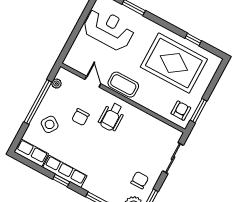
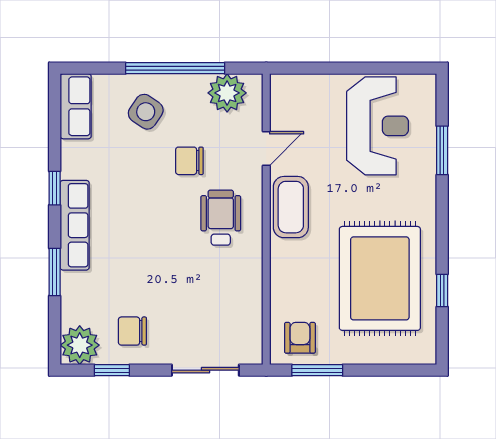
plant: (56, 84) -> (227, 93), width x1.87, depth x1.87
armchair: (181, 111) -> (300, 338), turned -90
wheelchair: (112, 117) -> (221, 218), turned 90
row of seats: (65, 171) -> (75, 225), moved
chair: (140, 180) -> (132, 331), turned 180

